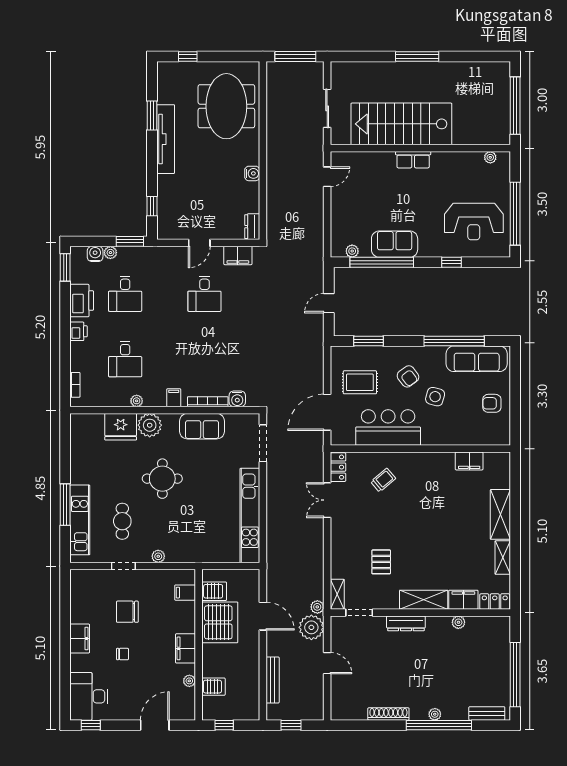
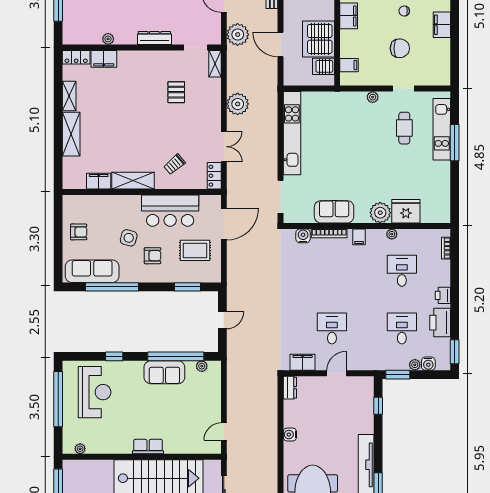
reception desk: (474, 222) -> (95, 392), turned 90
armchair: (408, 376) -> (153, 256), turned 127
round table: (162, 479) -> (369, 166), removed
shelving: (424, 600) -> (133, 181), moved
plant: (317, 607) -> (238, 104), moved, width x1.88, depth x1.88

